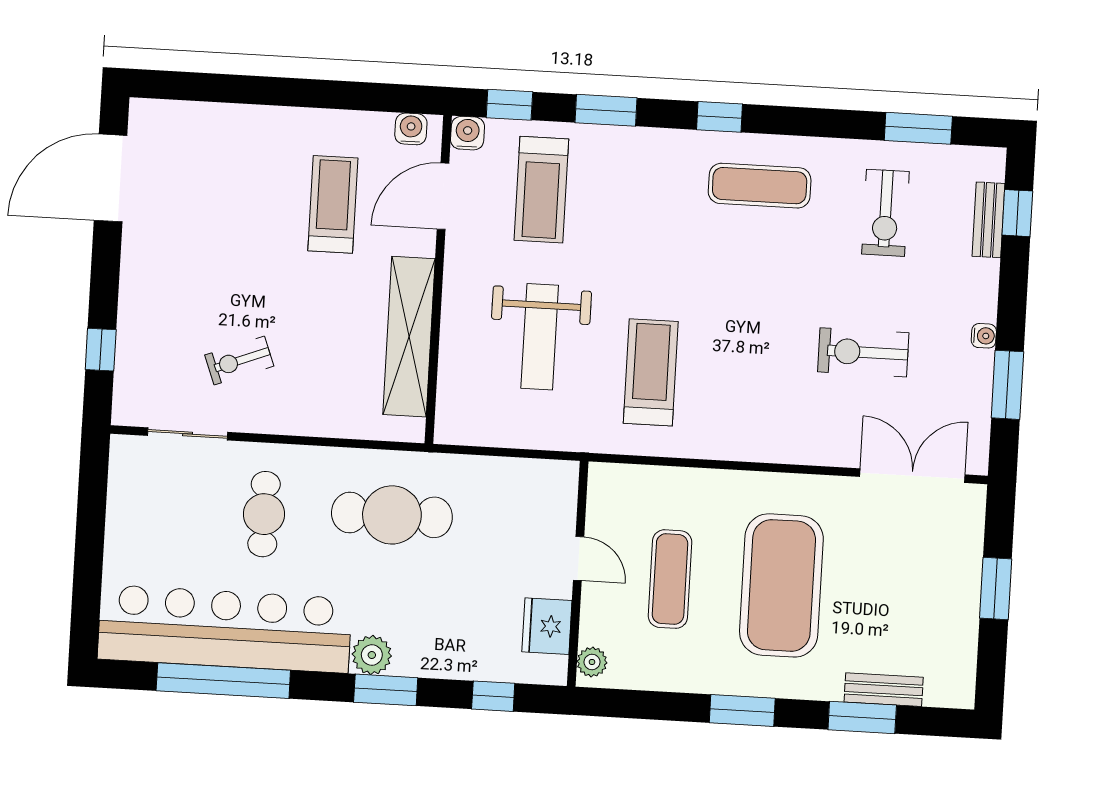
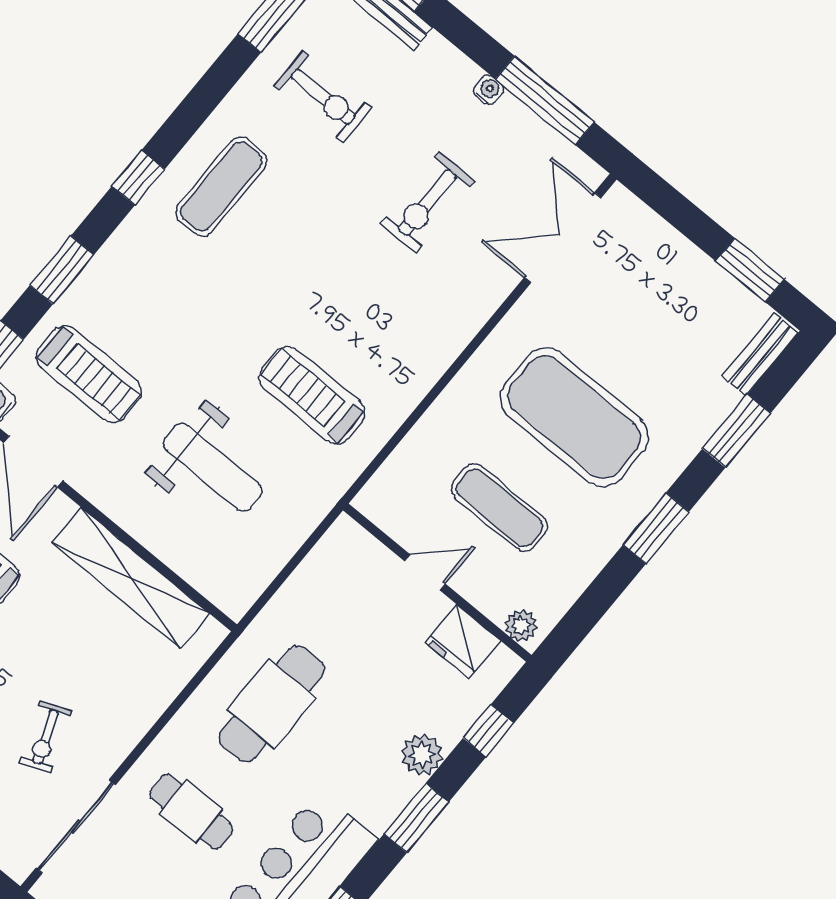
window: (1007, 385) -> (545, 100), width x1.44
sliding door: (188, 434) -> (76, 826), width x1.37
window: (996, 589) -> (750, 270), moved
plant: (372, 655) -> (422, 755), moved
bench: (884, 690) -> (760, 355), moved

